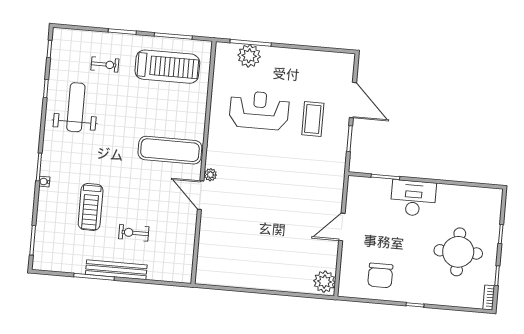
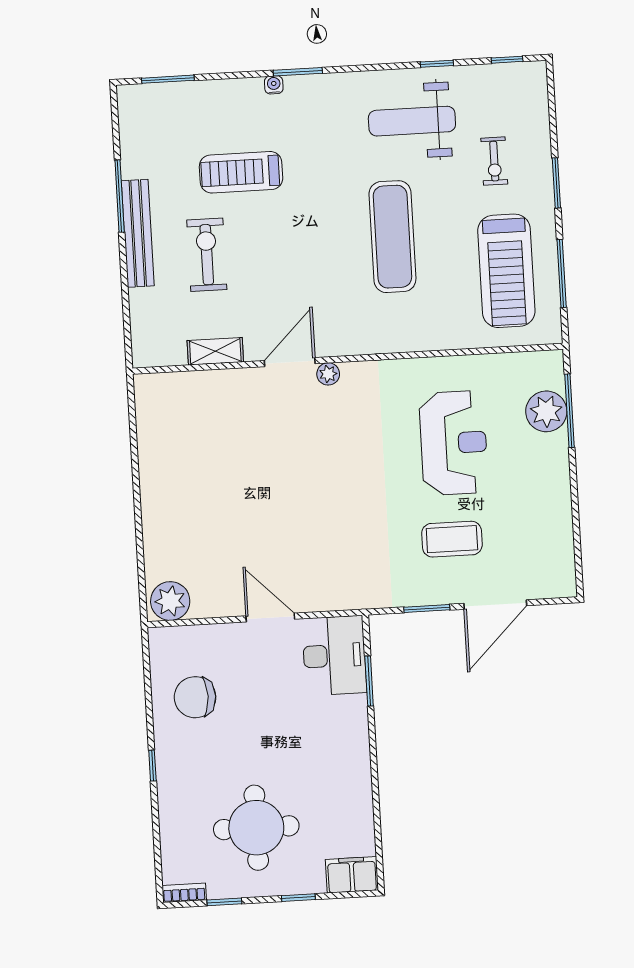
weight bench: (76, 107) -> (412, 121), turned 180
exercise mat: (170, 150) -> (392, 237), moved
desk: (413, 198) -> (334, 656), moved
filing cabinet: (492, 202) -> (352, 875), added
exercise bike: (134, 233) -> (207, 255), width x1.38, depth x1.39
shelving: (189, 236) -> (215, 351), added

